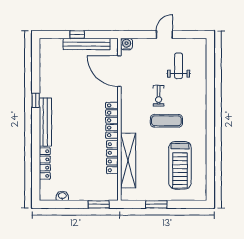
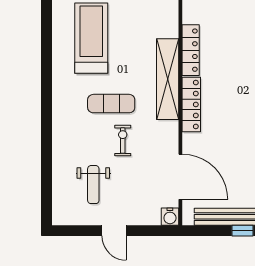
door: (164, 35) -> (114, 231), hinge flipped
shelving: (128, 160) -> (168, 79), moved

